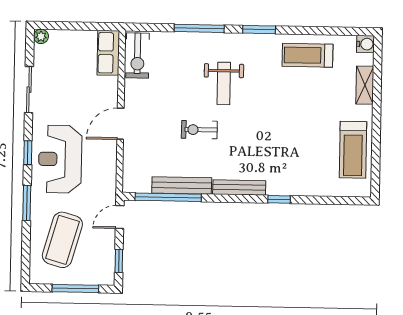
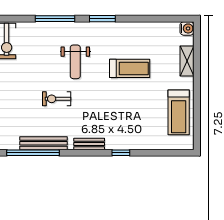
treadmill: (308, 55) -> (130, 68), moved, turned 180
bench: (239, 187) -> (89, 144), width x0.73

